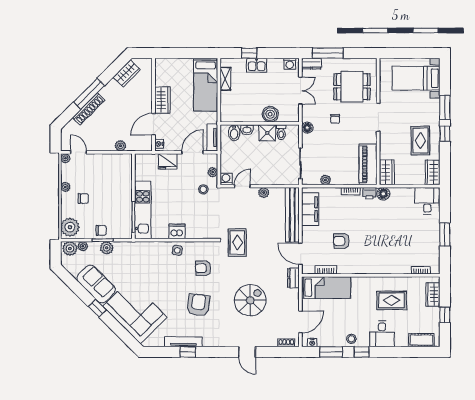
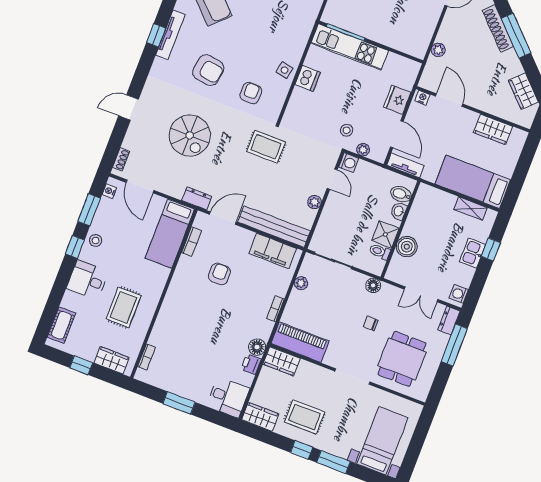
wardrobe: (162, 100) -> (493, 129), moved
printer: (369, 193) -> (251, 364), moved

